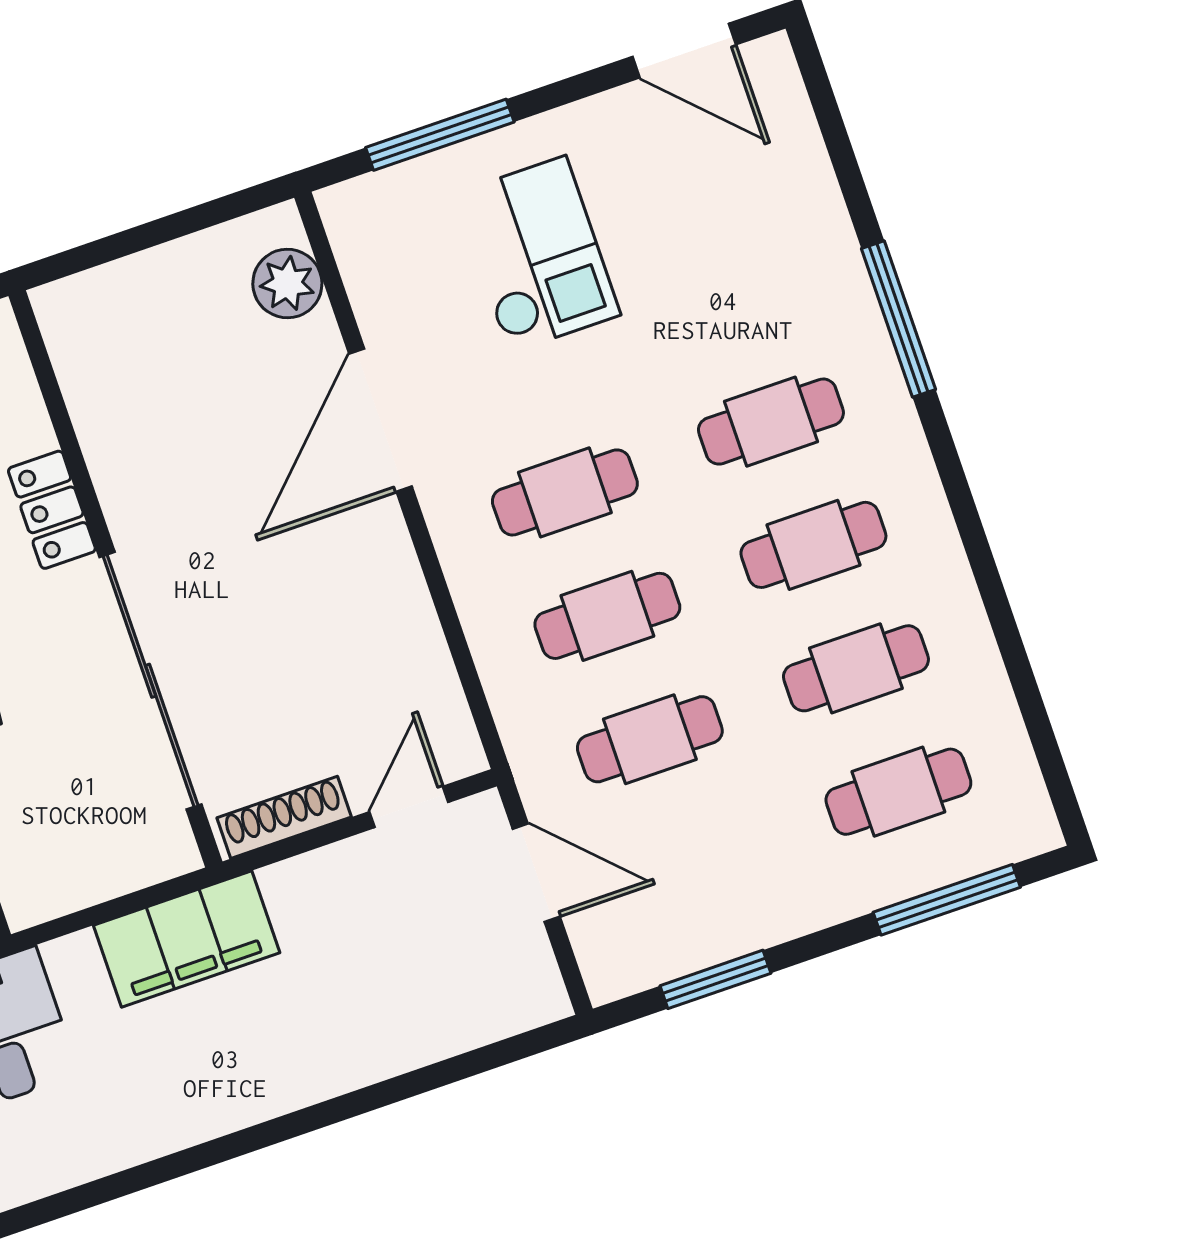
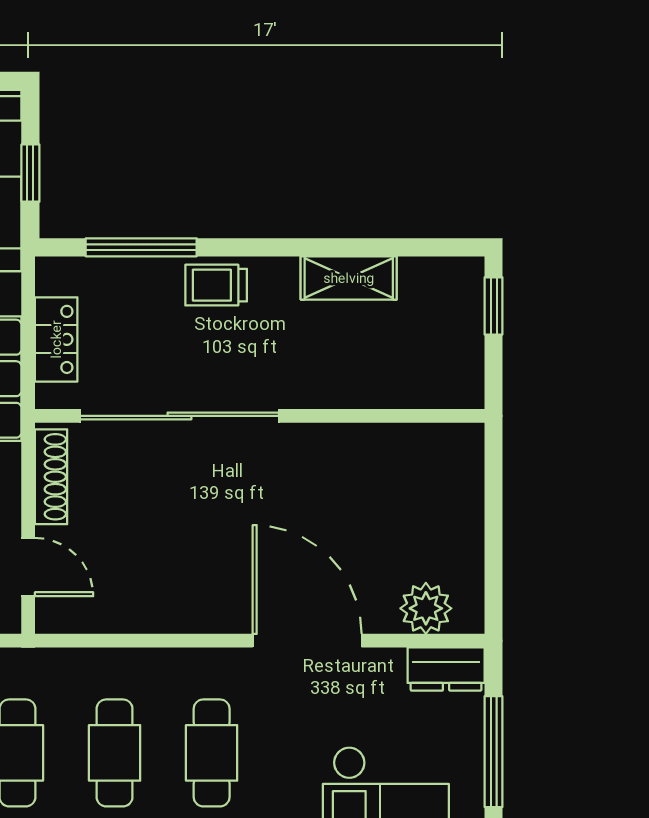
dresser: (356, 231) -> (446, 669), added
locker: (52, 510) -> (56, 339), moved, turned 90

